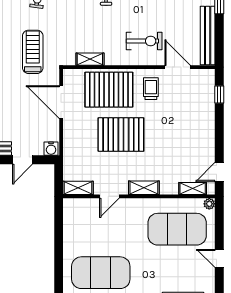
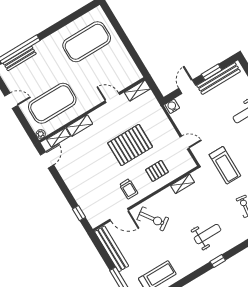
exercise bike: (144, 41) -> (153, 219), turned -125
pallet: (109, 90) -> (157, 171), width x0.49, depth x0.50
door: (61, 102) -> (185, 143), width x0.53
shelving: (144, 188) -> (79, 126), moved
door: (109, 196) -> (112, 98), hinge flipped

